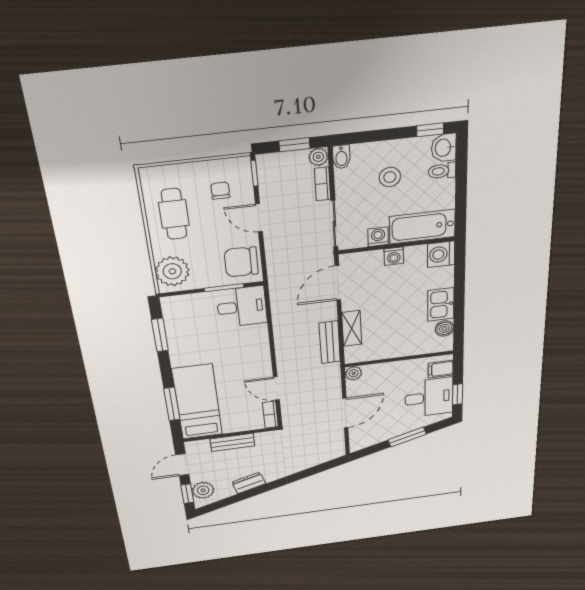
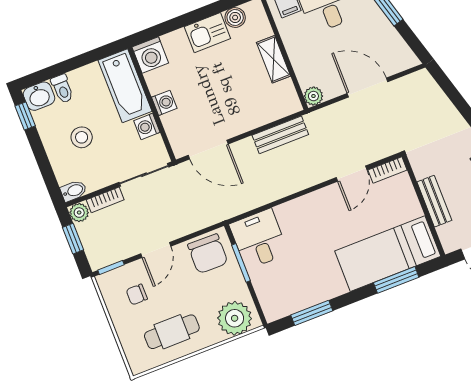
shelving: (352, 329) -> (274, 59), moved, turned 90

